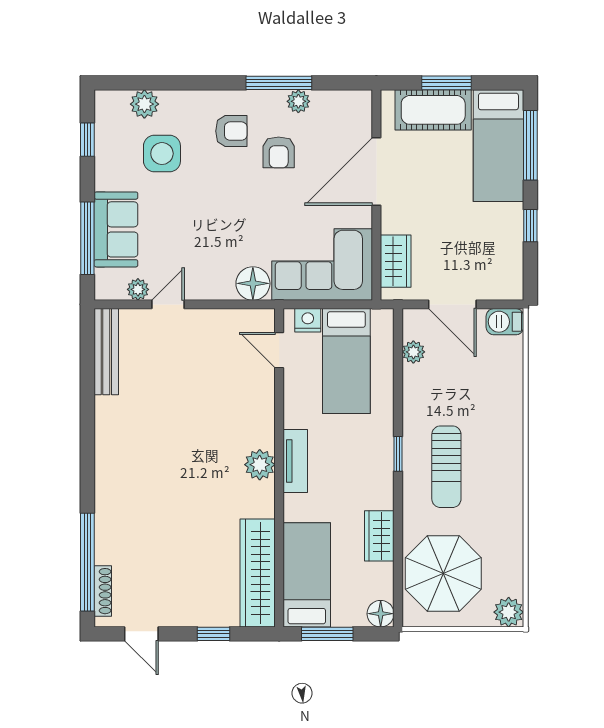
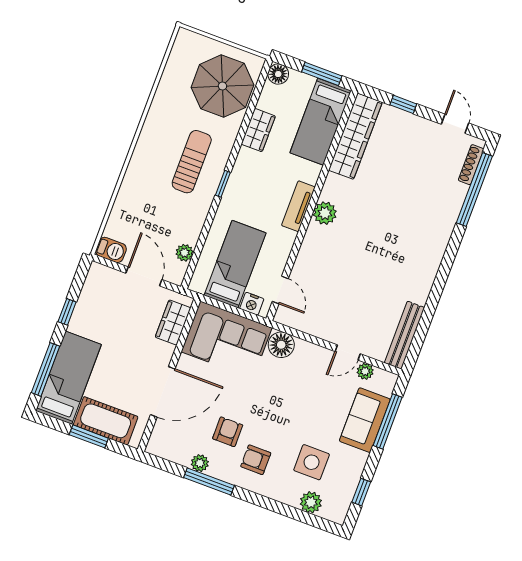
plant: (509, 612) -> (186, 41), removed

